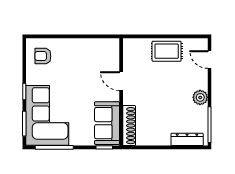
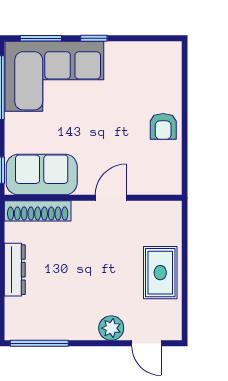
armchair: (43, 56) -> (163, 126), moved, turned 180
door: (209, 60) -> (146, 343), swing flipped
plant: (200, 97) -> (111, 328), moved
dresser: (187, 139) -> (15, 270), moved

